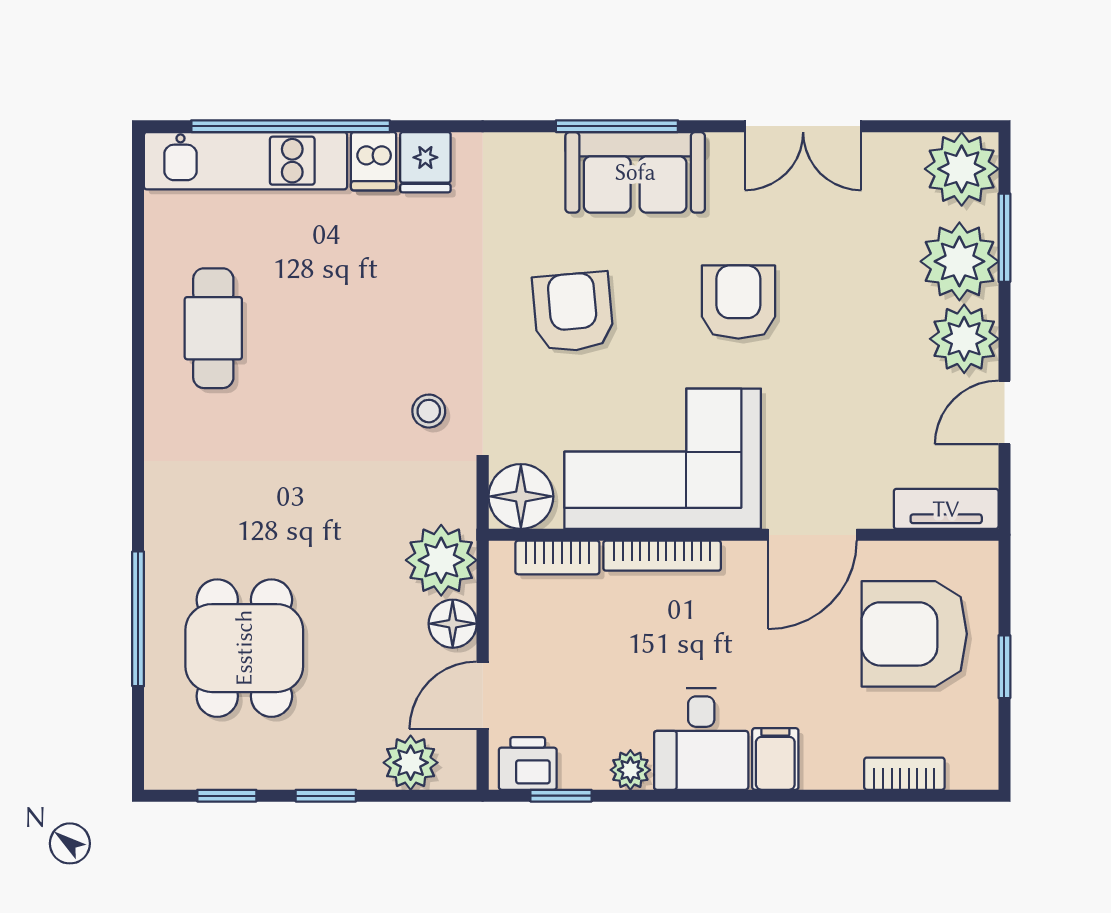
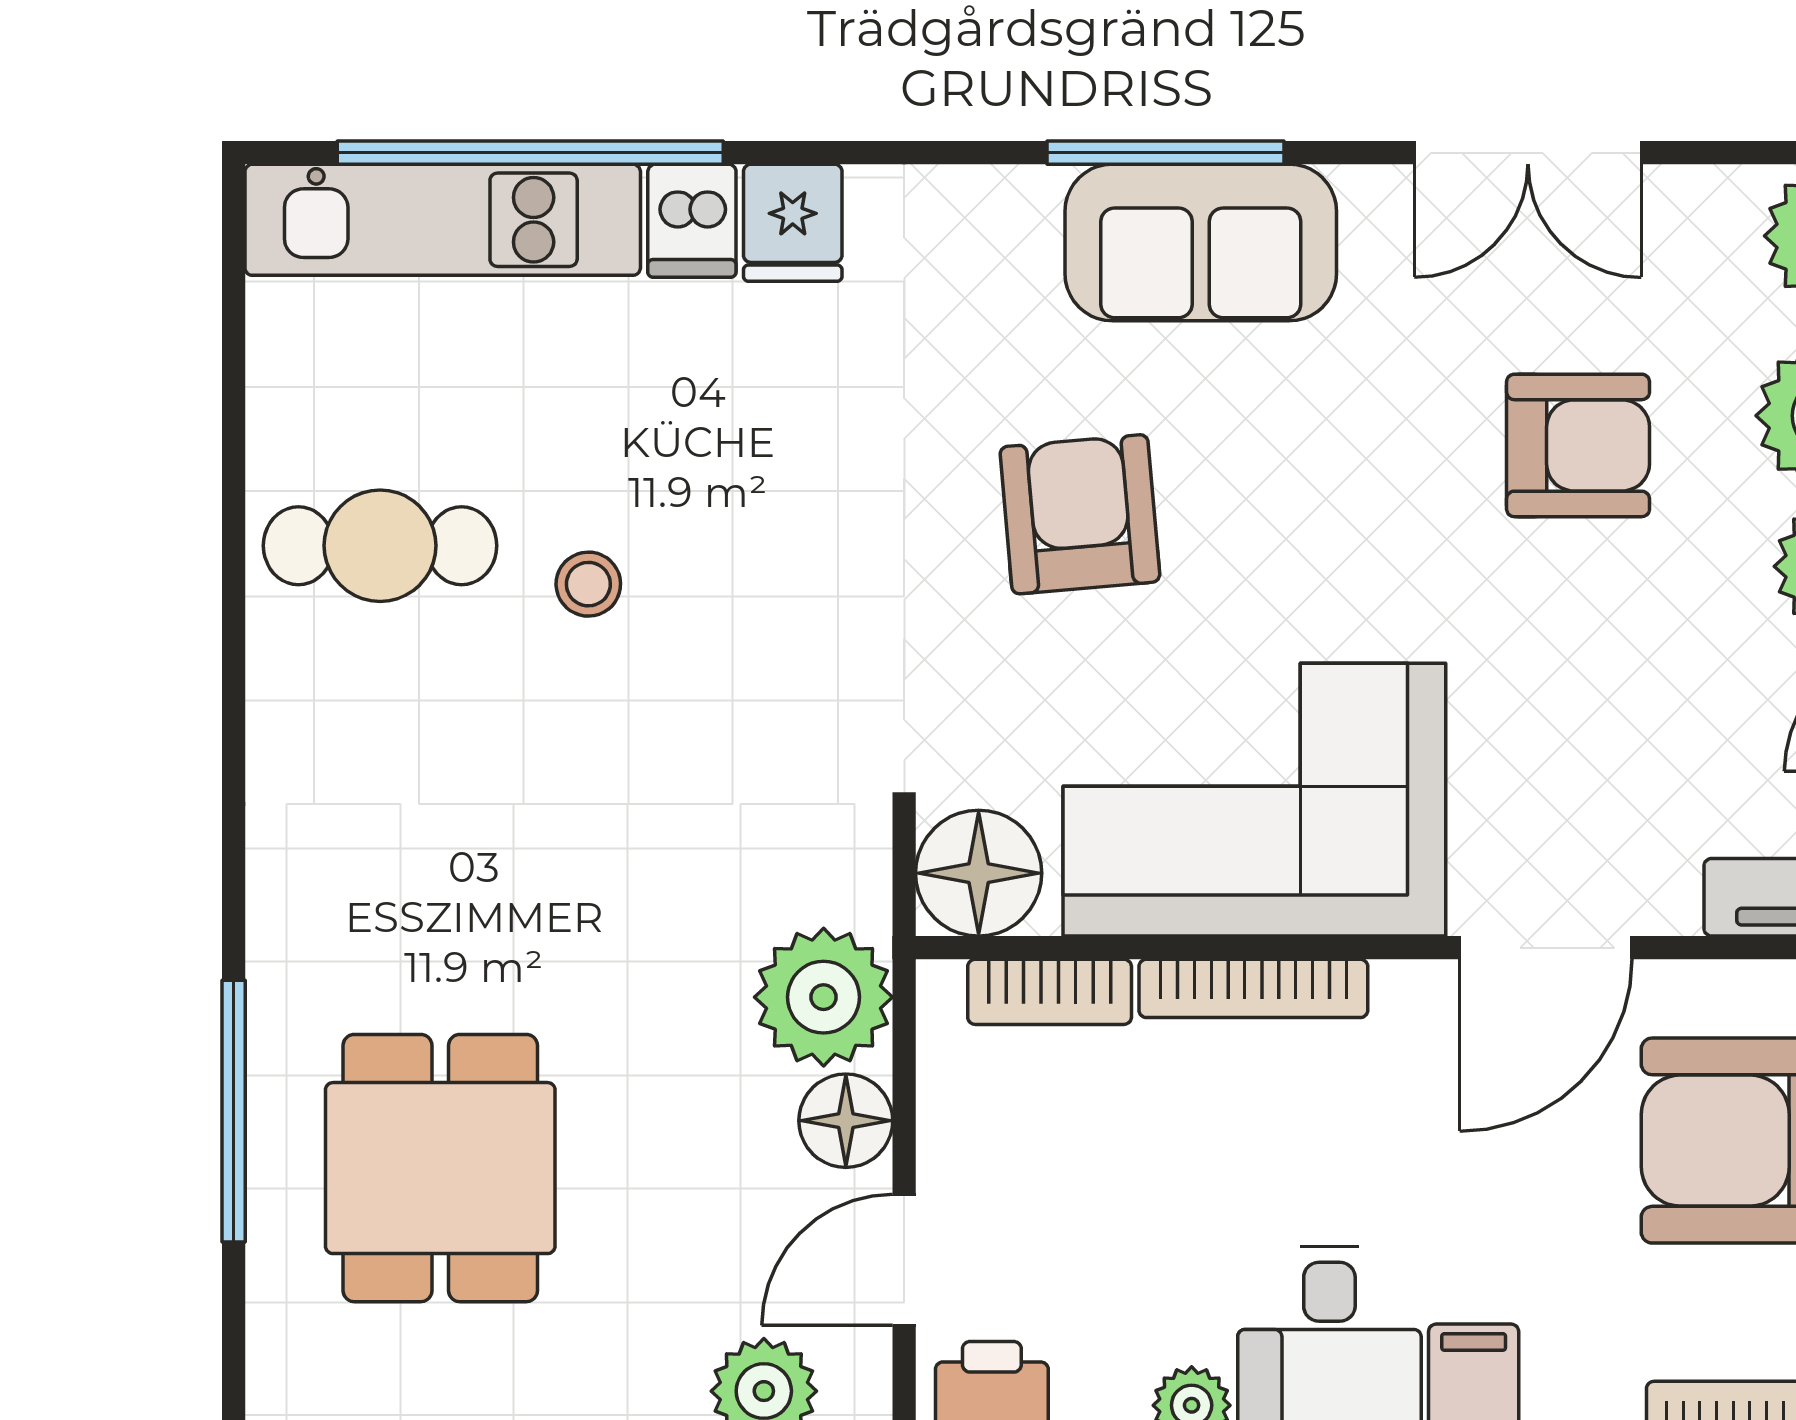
armchair: (738, 302) -> (1578, 445), moved, turned 90
cafe table: (213, 328) -> (380, 546), turned 90
stool: (429, 411) -> (588, 584), moved

